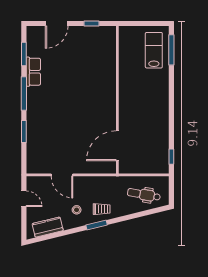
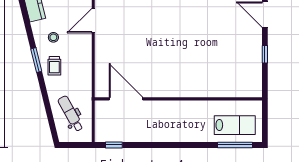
wall: (117, 100) -> (178, 99), moved
door: (117, 146) -> (126, 99), moved
dental chair: (144, 195) -> (71, 114), turned -39

